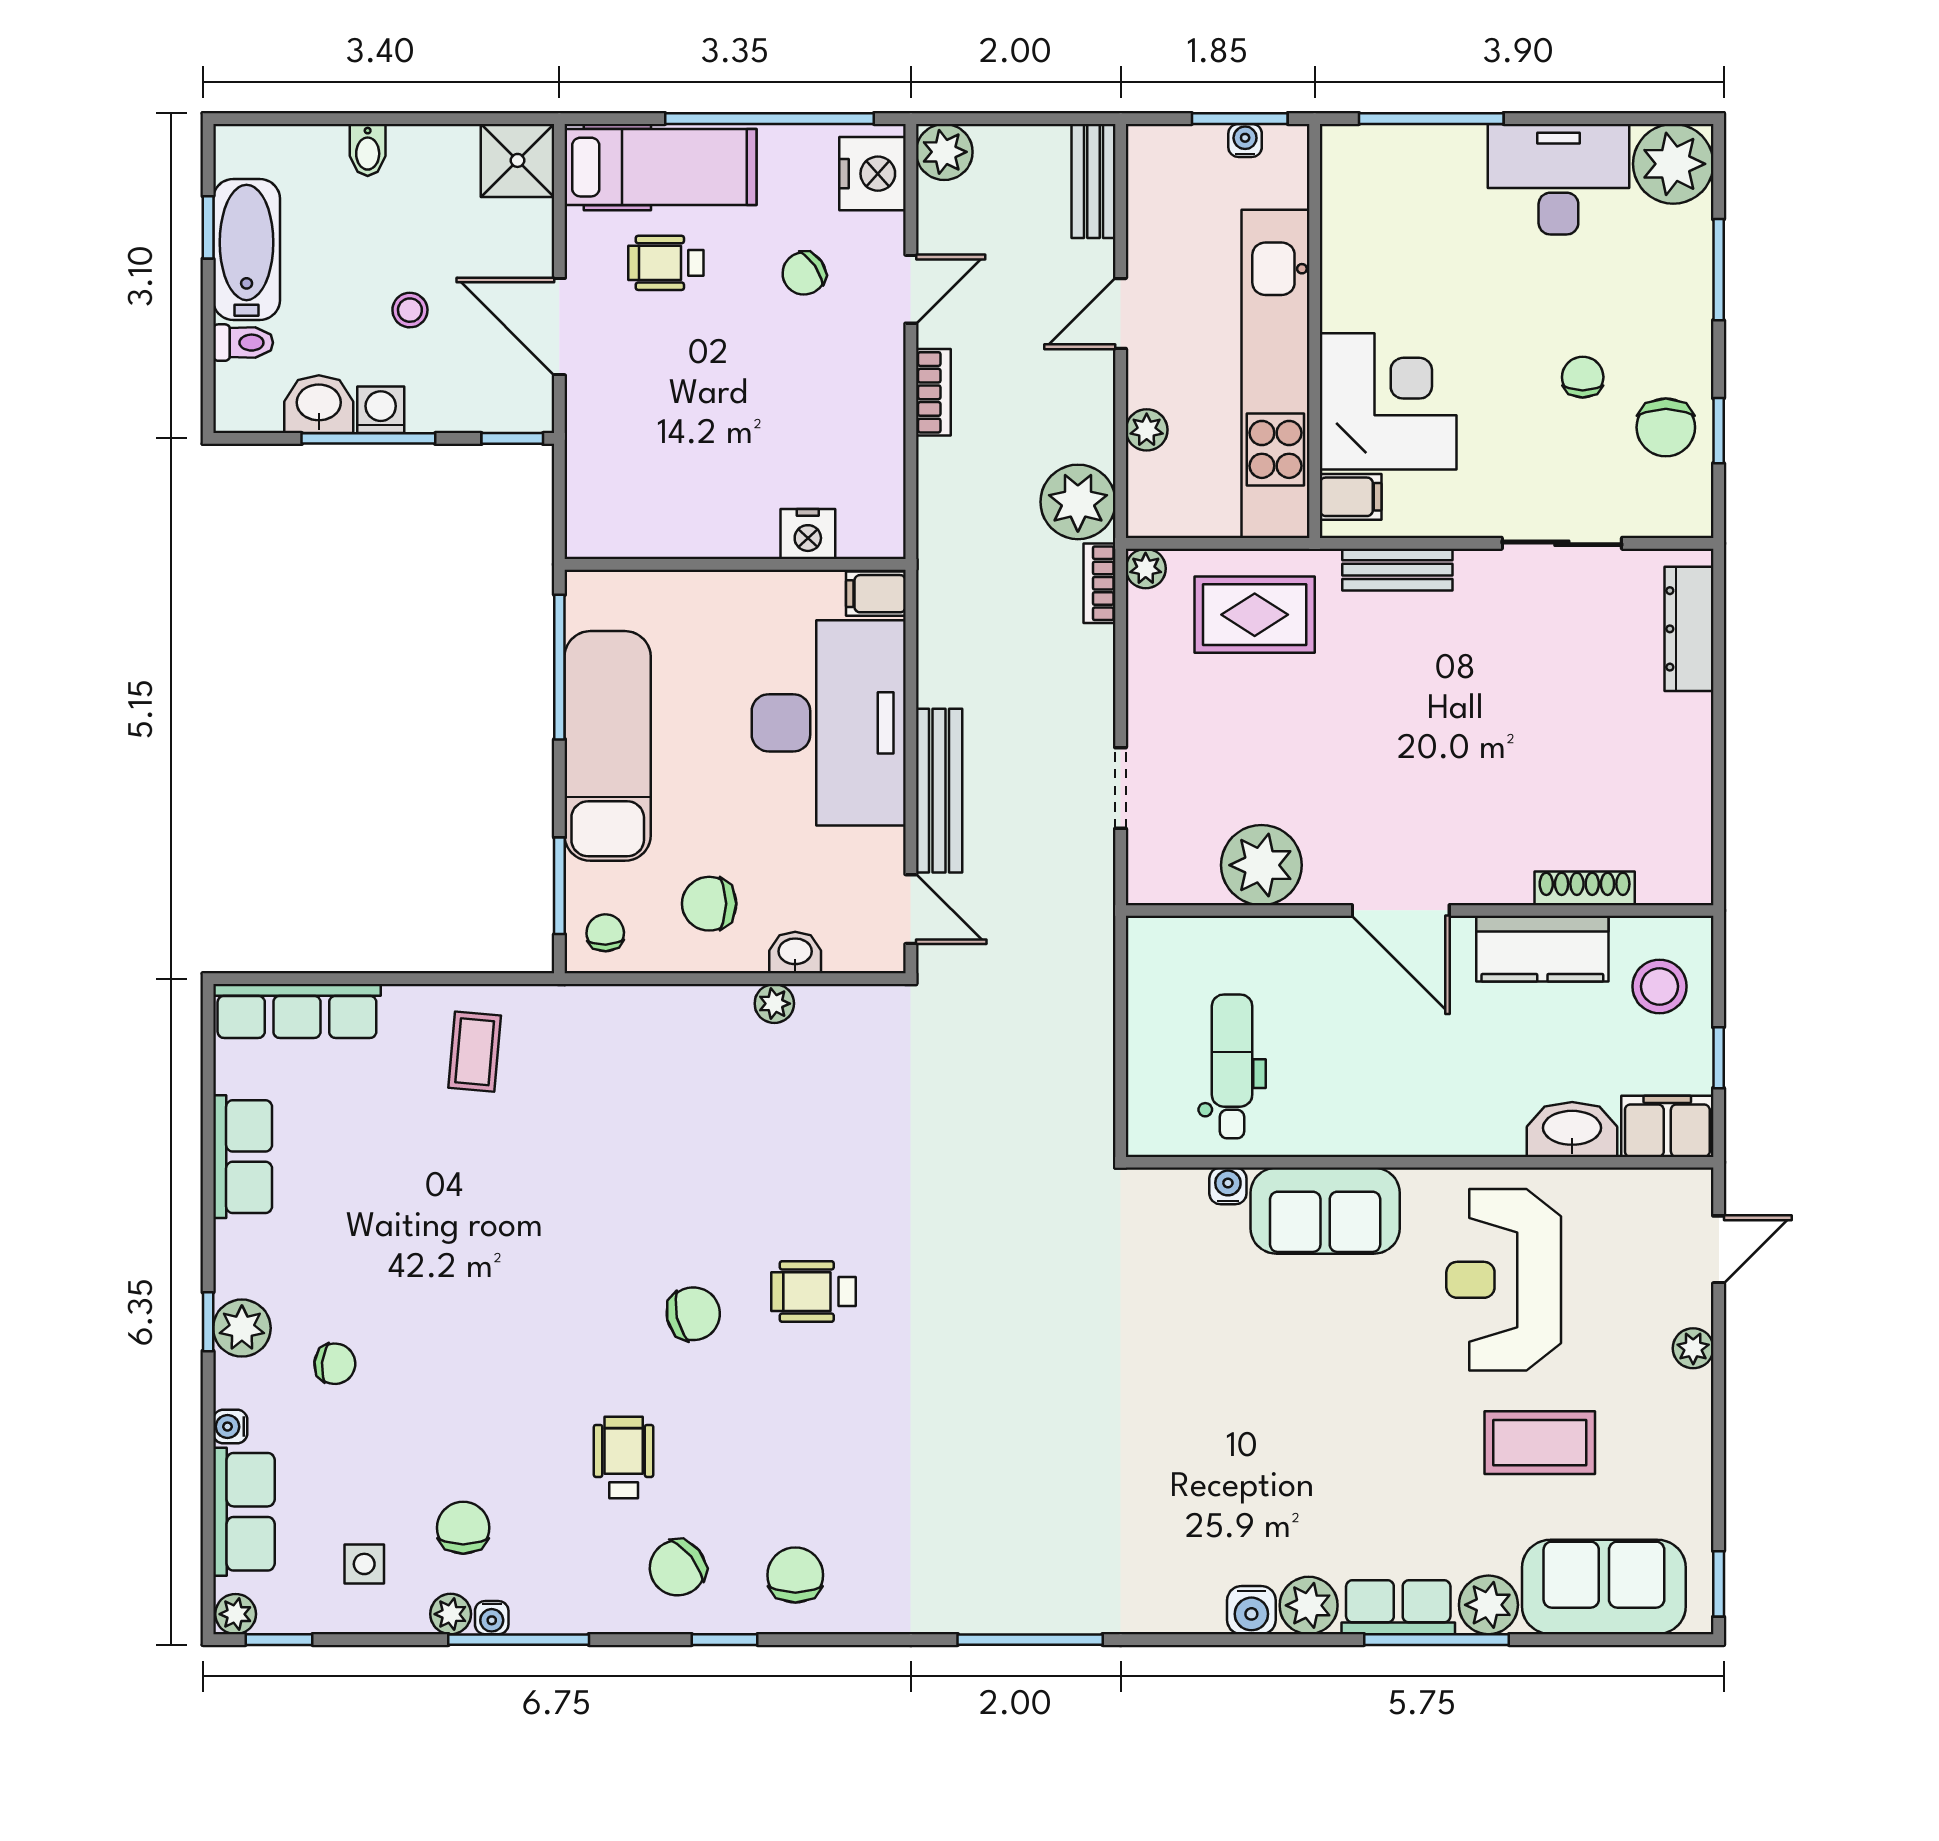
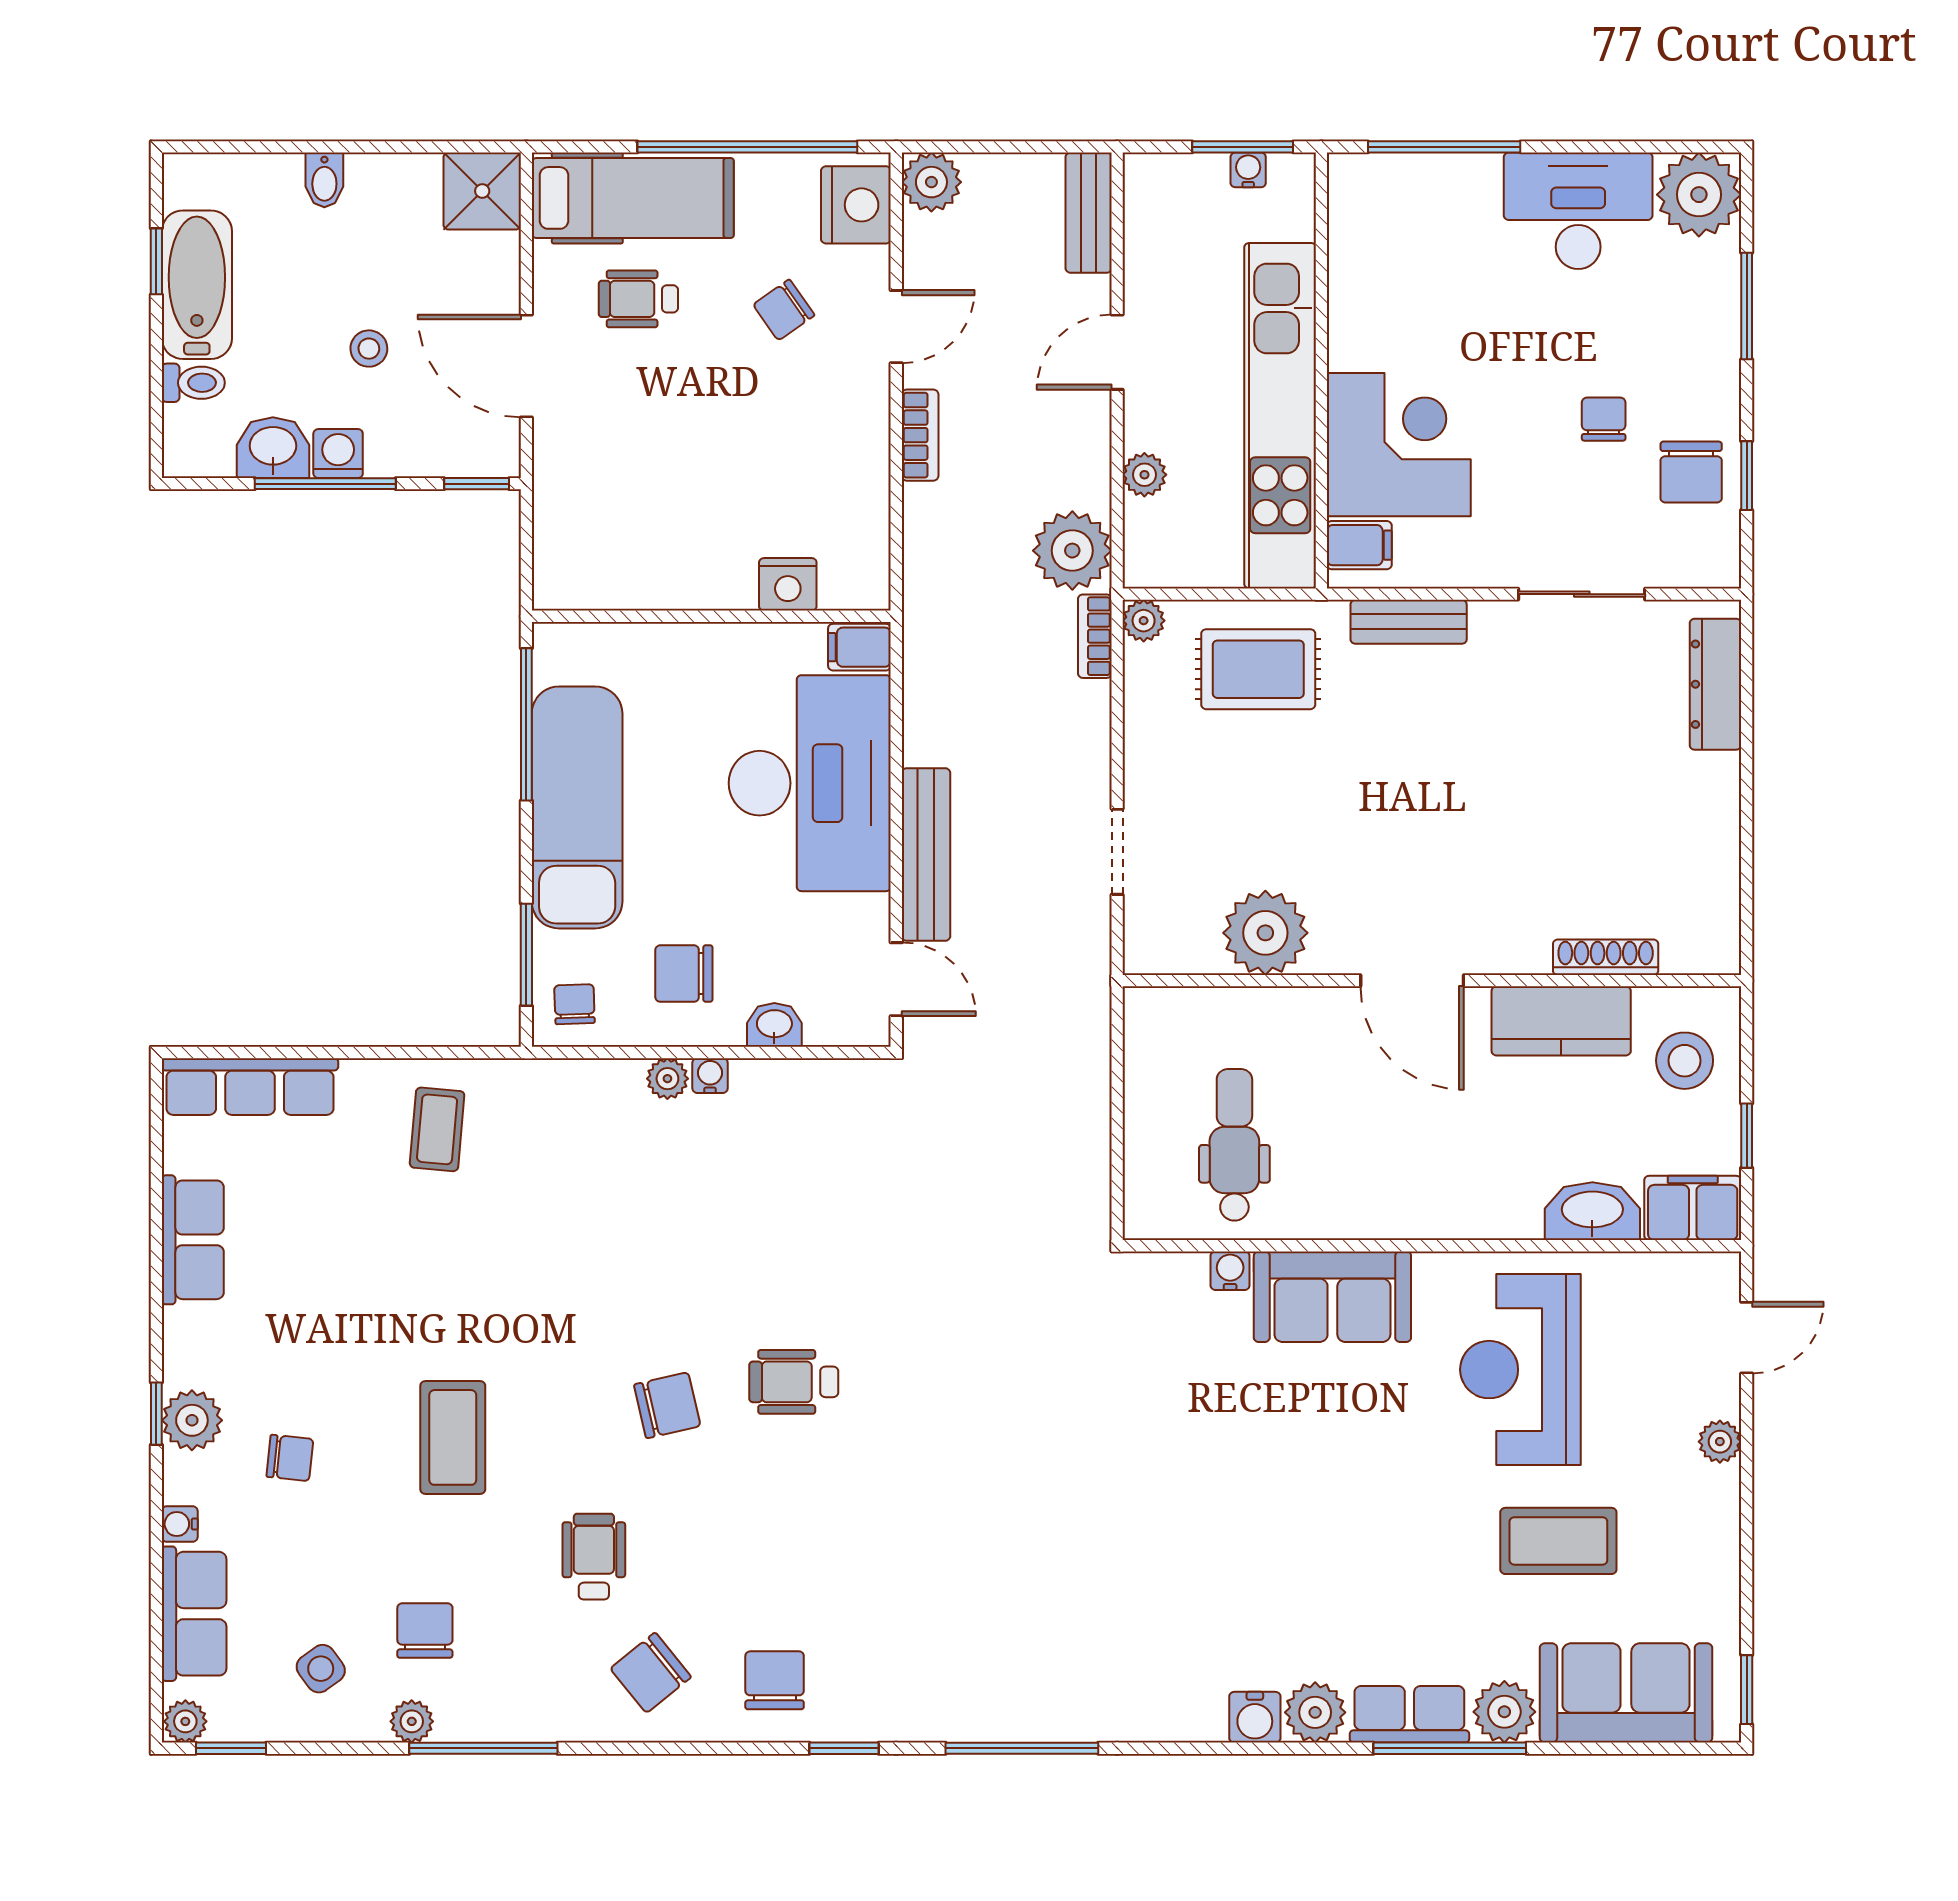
plant: (774, 1004) -> (667, 1079), moved
coffee table: (490, 1344) -> (453, 1437), added
side table: (364, 1564) -> (321, 1669), turned -36
water cooler: (492, 1618) -> (710, 1076), moved, turned 180
window: (725, 1640) -> (844, 1748), moved

